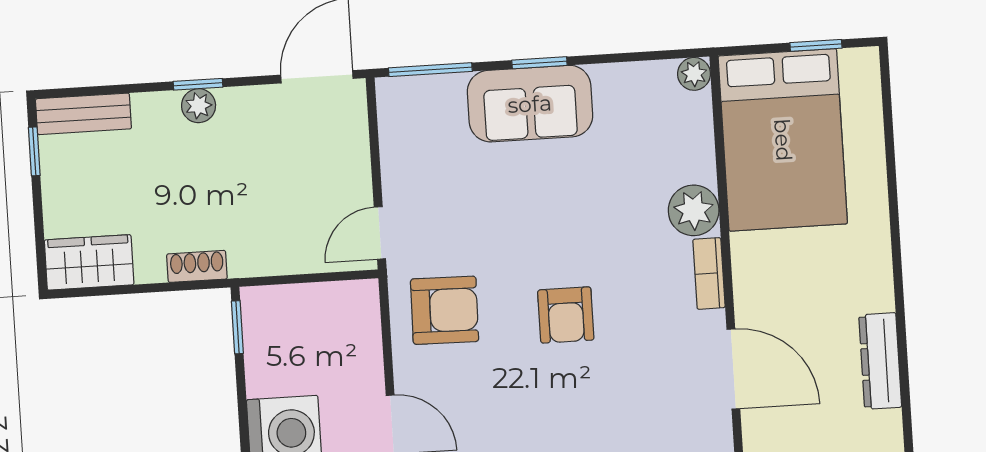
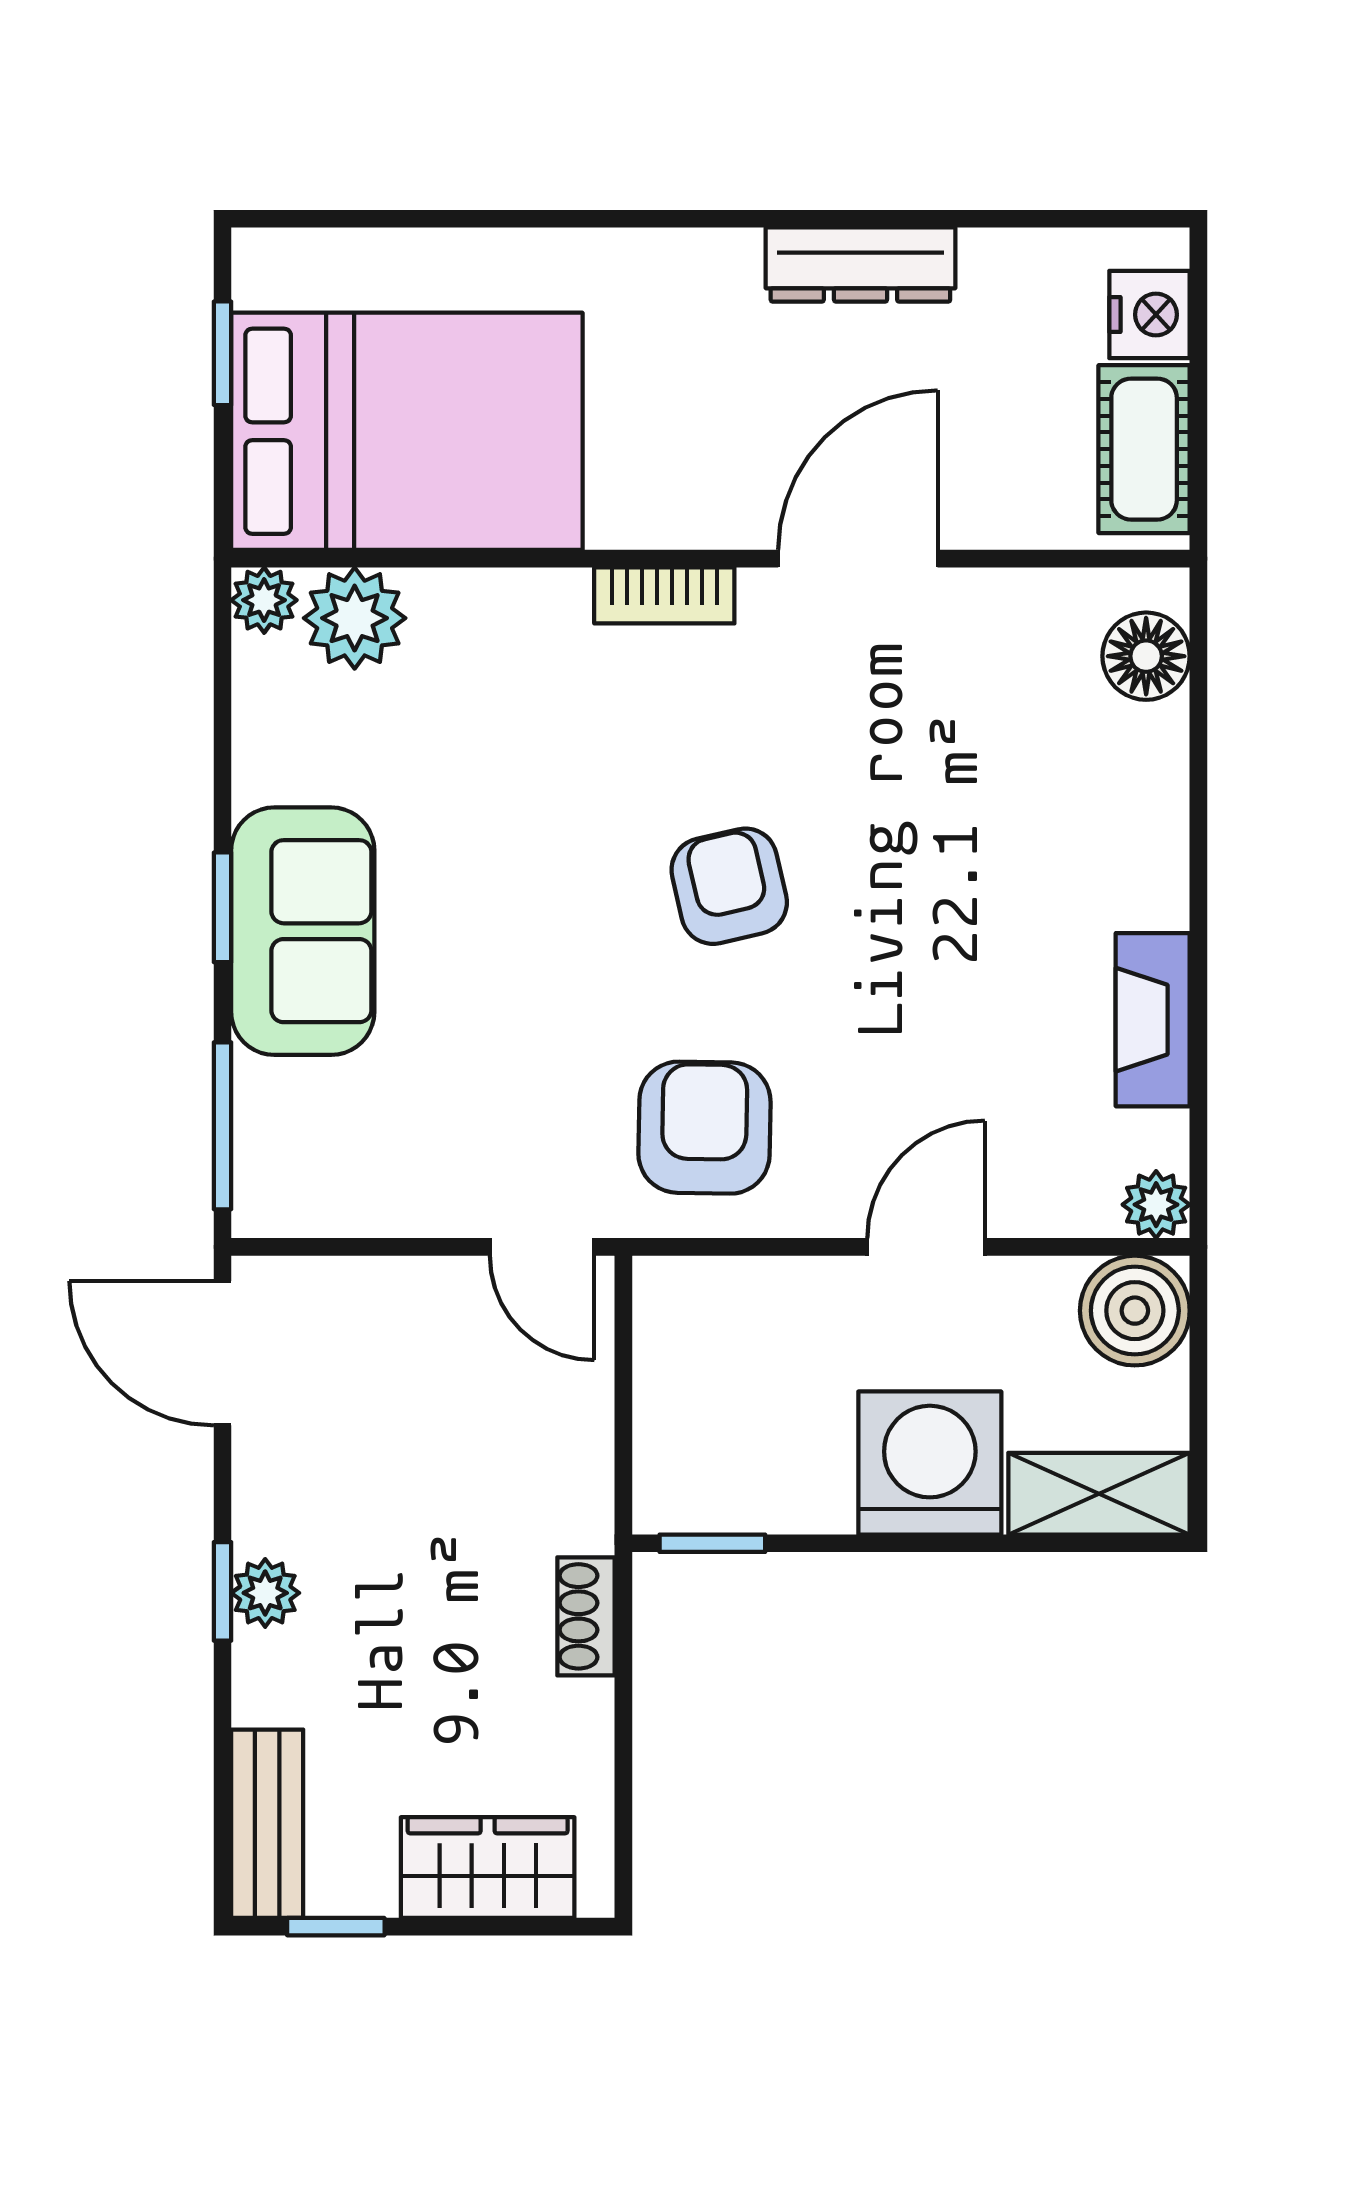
plant: (694, 210) -> (355, 618), moved
wardrobe: (89, 262) -> (488, 1868), moved, turned 90
armchair: (566, 315) -> (729, 886), turned -103

